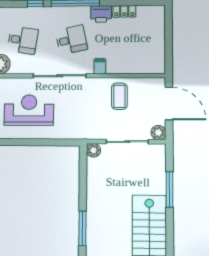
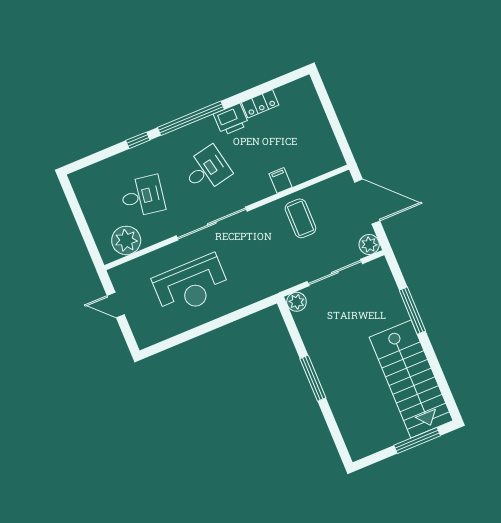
filing cabinet: (100, 66) -> (281, 180), moved
reception desk: (29, 110) -> (191, 285), turned 180
window: (82, 228) -> (313, 378), moved

